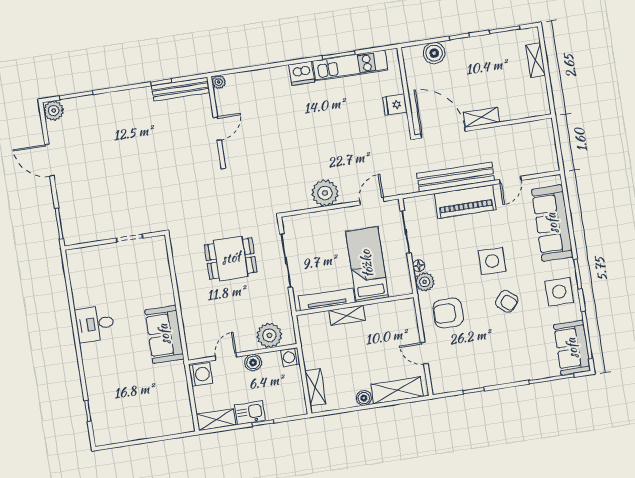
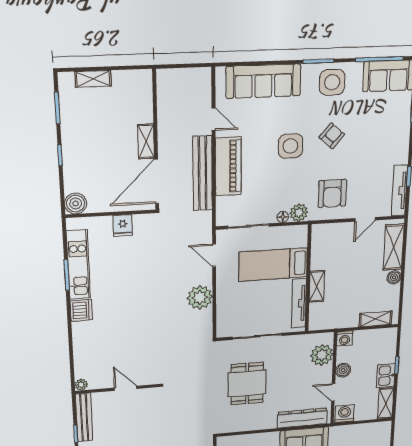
boiler: (434, 53) -> (76, 204), moved
dresser: (193, 327) -> (302, 418), added
tv unit: (458, 384) -> (399, 191), added

